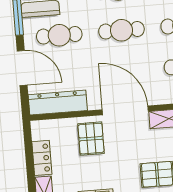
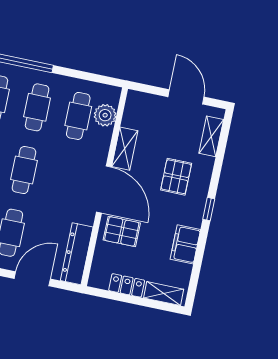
door: (125, 110) -> (104, 190), swing flipped

